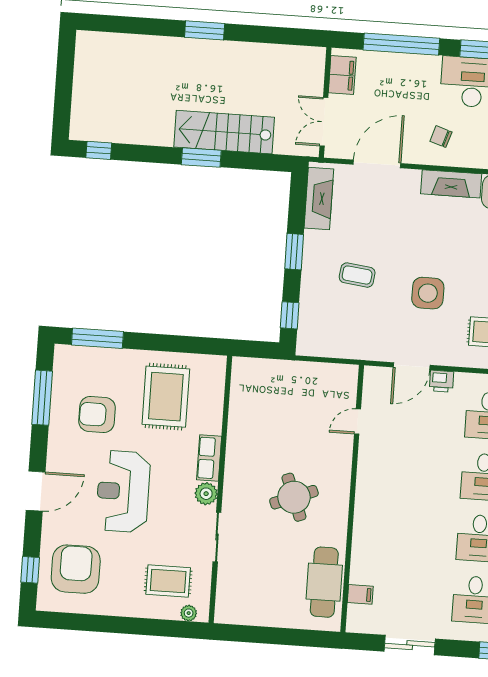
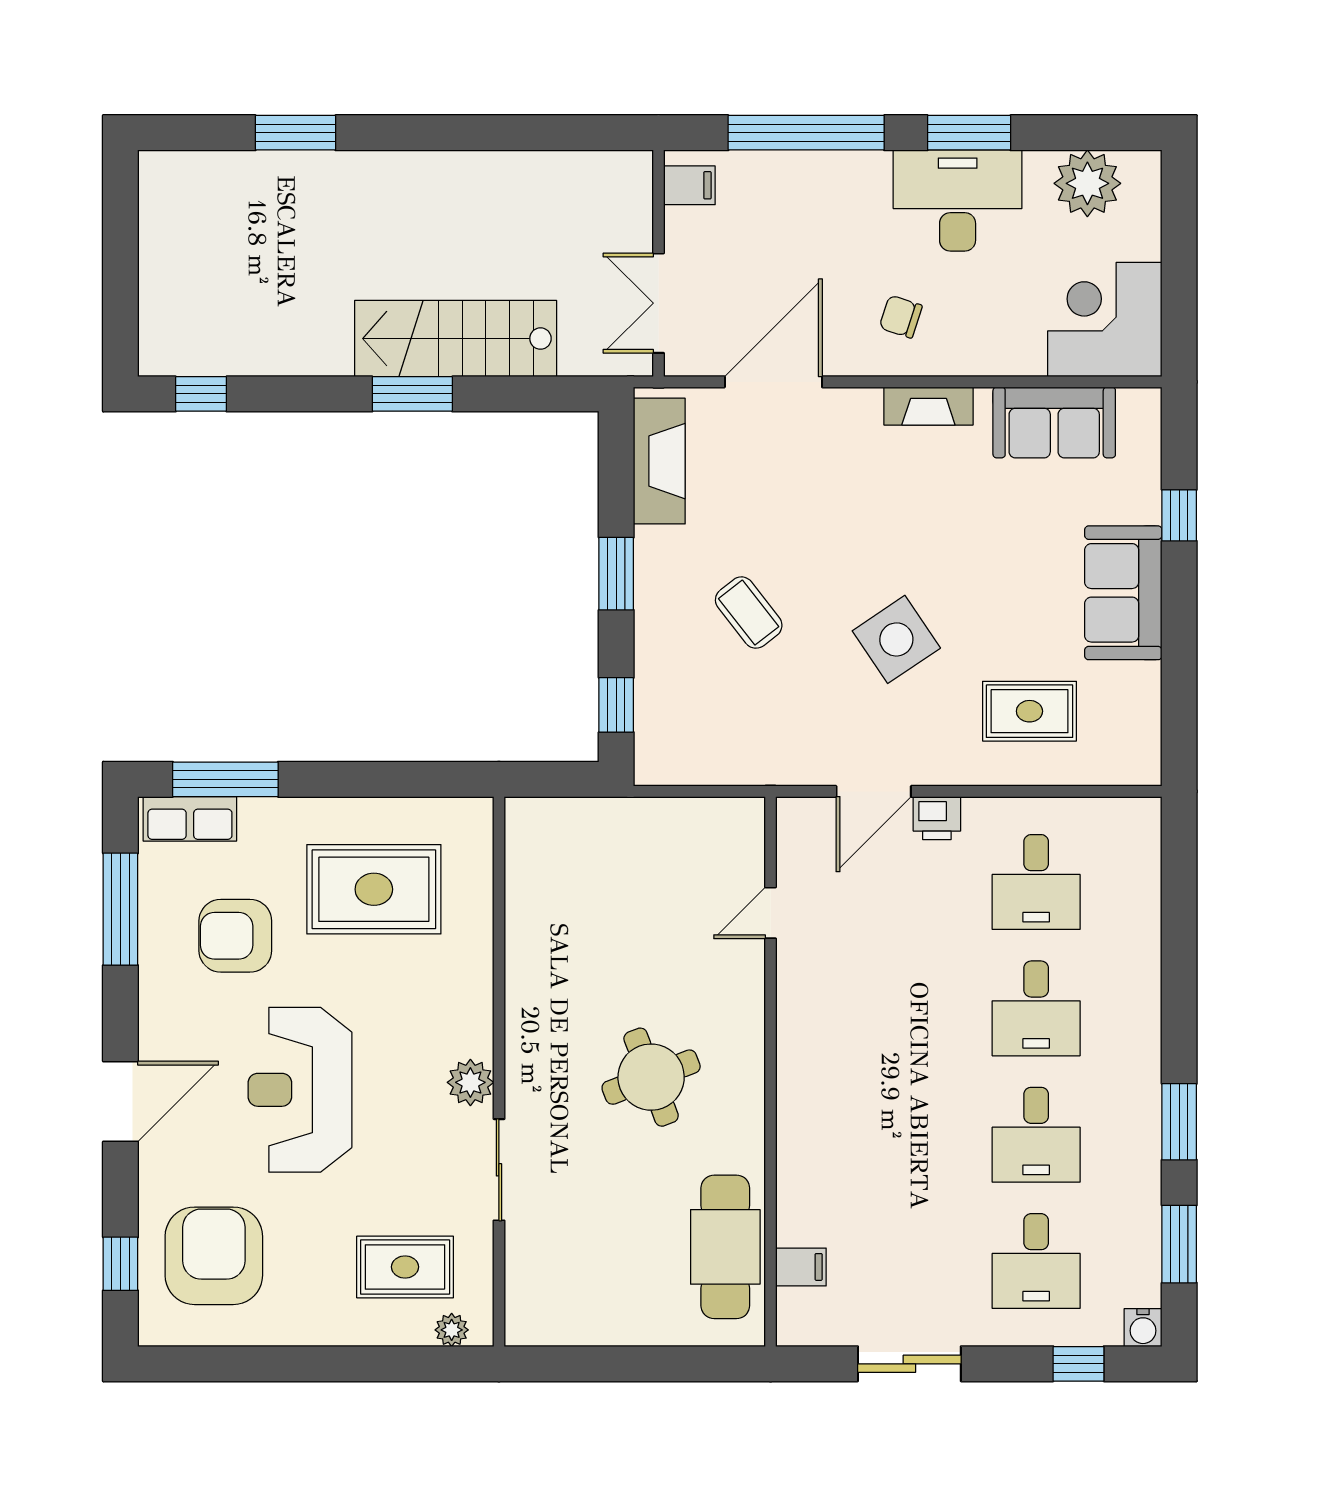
window: (205, 30) -> (296, 133), moved
filing cabinet: (342, 75) -> (689, 185), width x0.50
fireplace: (451, 184) -> (928, 406), width x0.73, depth x0.76
coffee table: (357, 275) -> (749, 613), turned 45
side table: (428, 293) -> (896, 639), turned -34
rug: (166, 397) -> (374, 889), turned 90
row of seats: (209, 458) -> (190, 819), moved, turned -90

